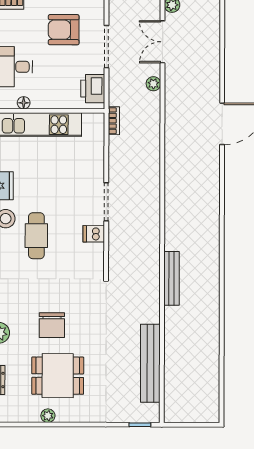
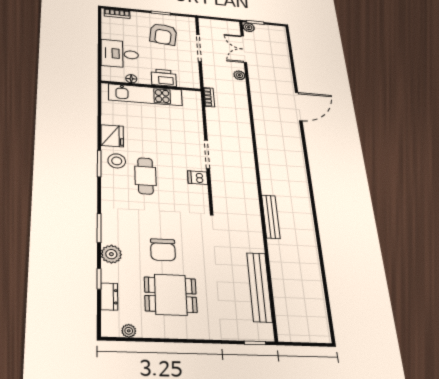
armchair: (64, 30) -> (163, 34), turned -83
printer: (93, 89) -> (164, 78), moved, turned 90
plant: (48, 416) -> (129, 331), moved

